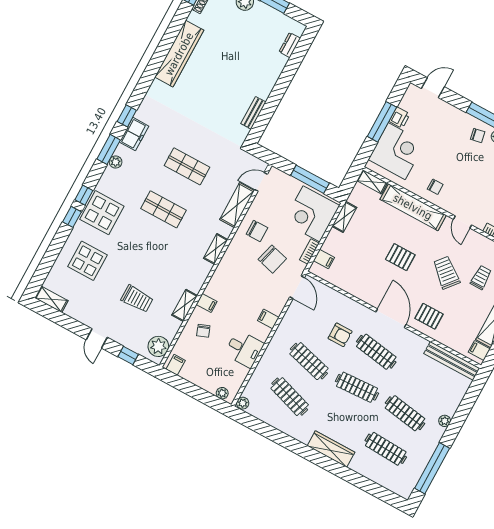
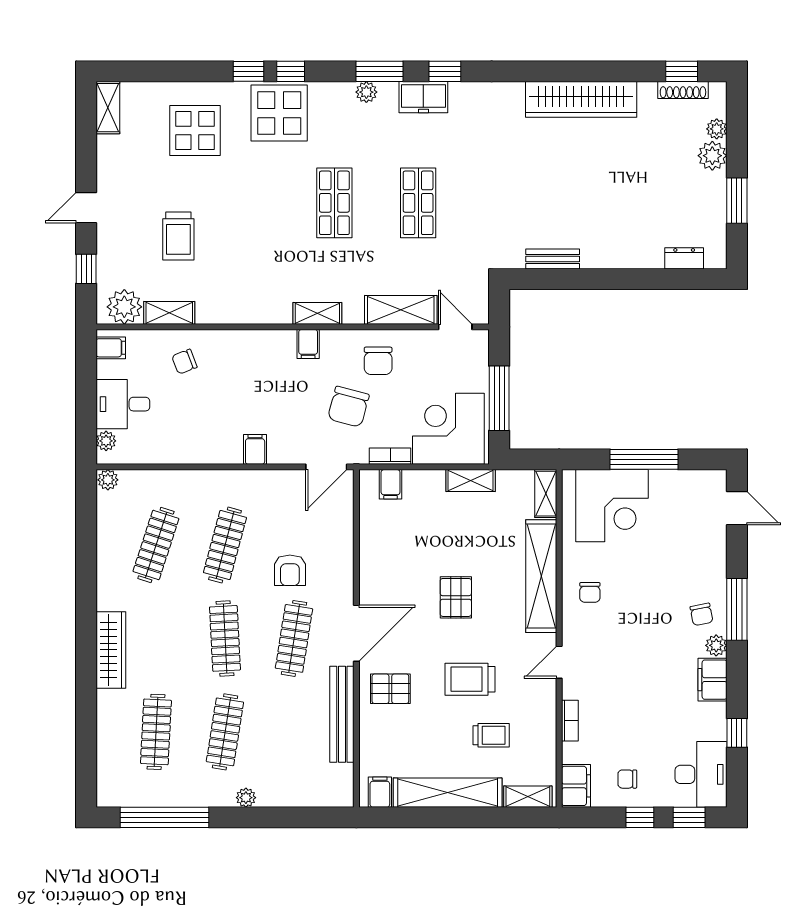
printer: (400, 118) -> (665, 483), removed
trolley: (446, 273) -> (470, 679), turned -130
filing cabinet: (207, 303) -> (308, 344), moved
shelving: (185, 305) -> (169, 313), moved
pallet: (429, 316) -> (390, 689), turned 90
desk: (244, 349) -> (123, 404), moved, turned 90
bench: (452, 361) -> (342, 714), moved

